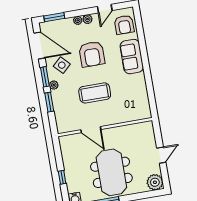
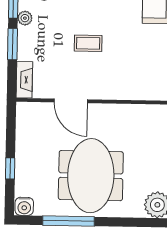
coffee table: (95, 93) -> (88, 43), width x0.54, depth x0.58
fireplace: (60, 122) -> (24, 80), added

